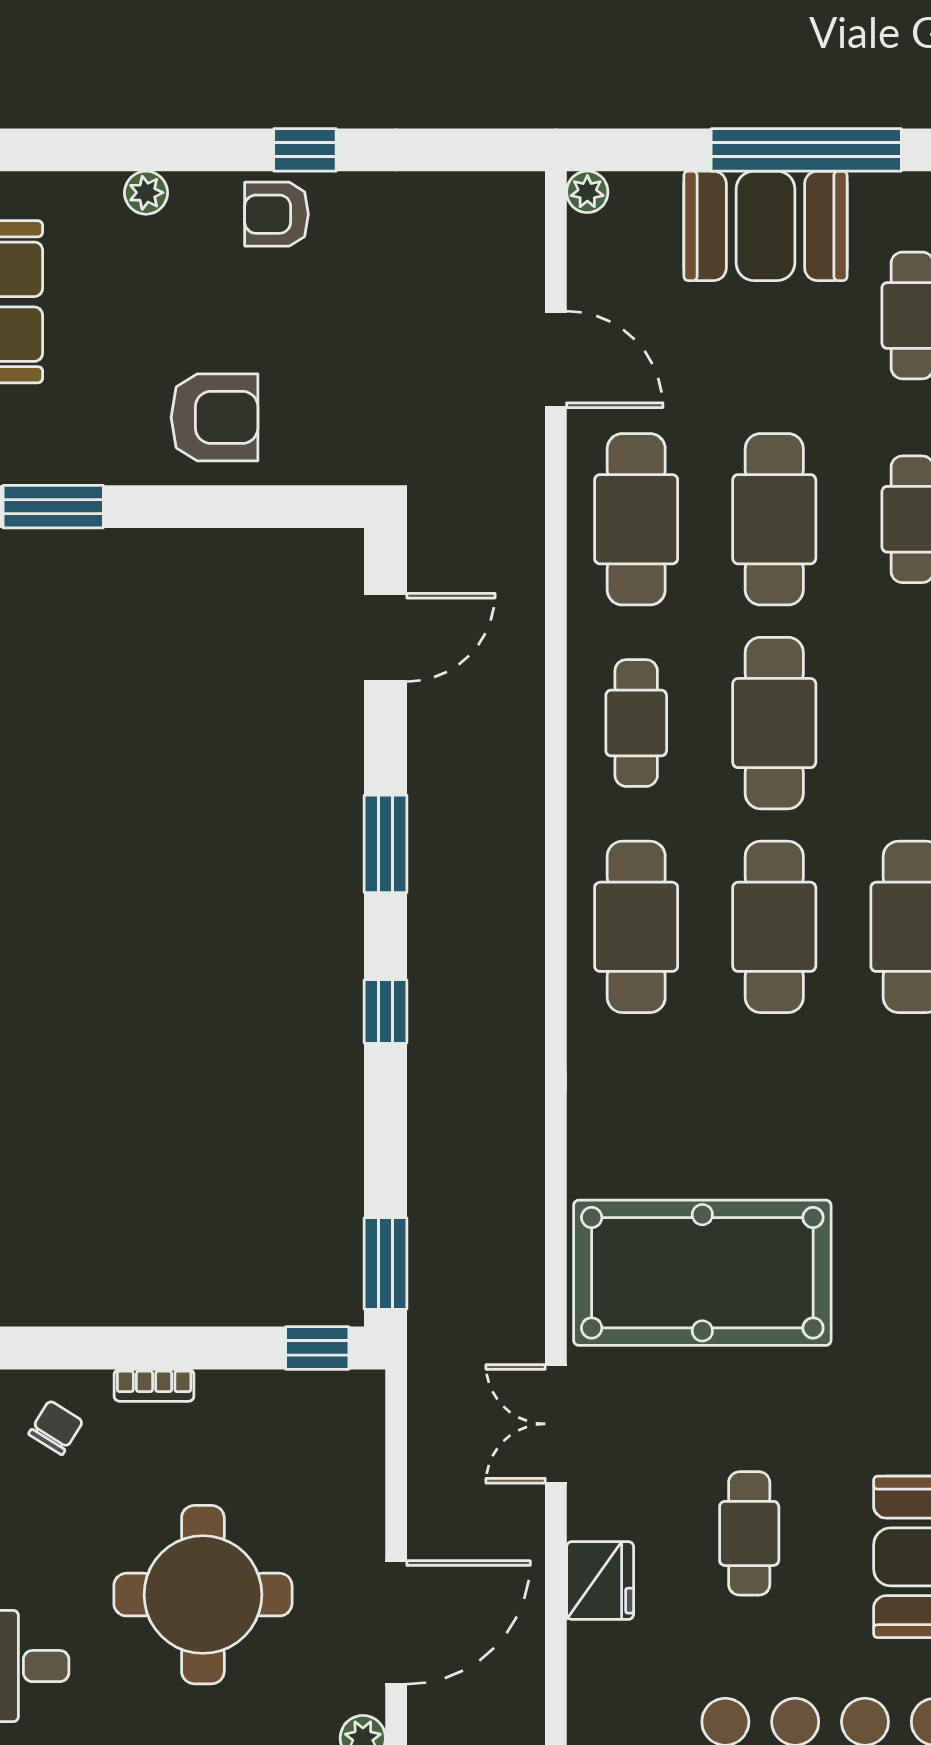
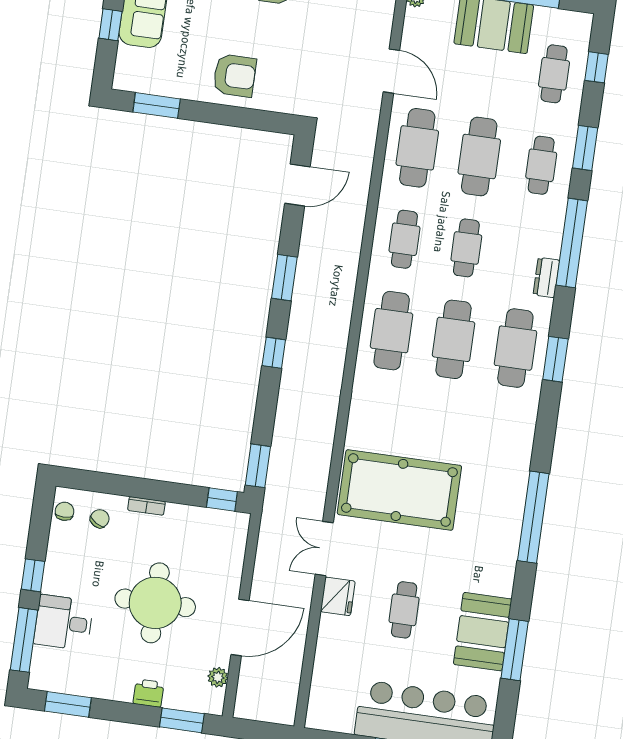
cafe table: (774, 723) -> (466, 248), width x0.73, depth x0.74
fridge: (600, 1580) -> (338, 596), moved

